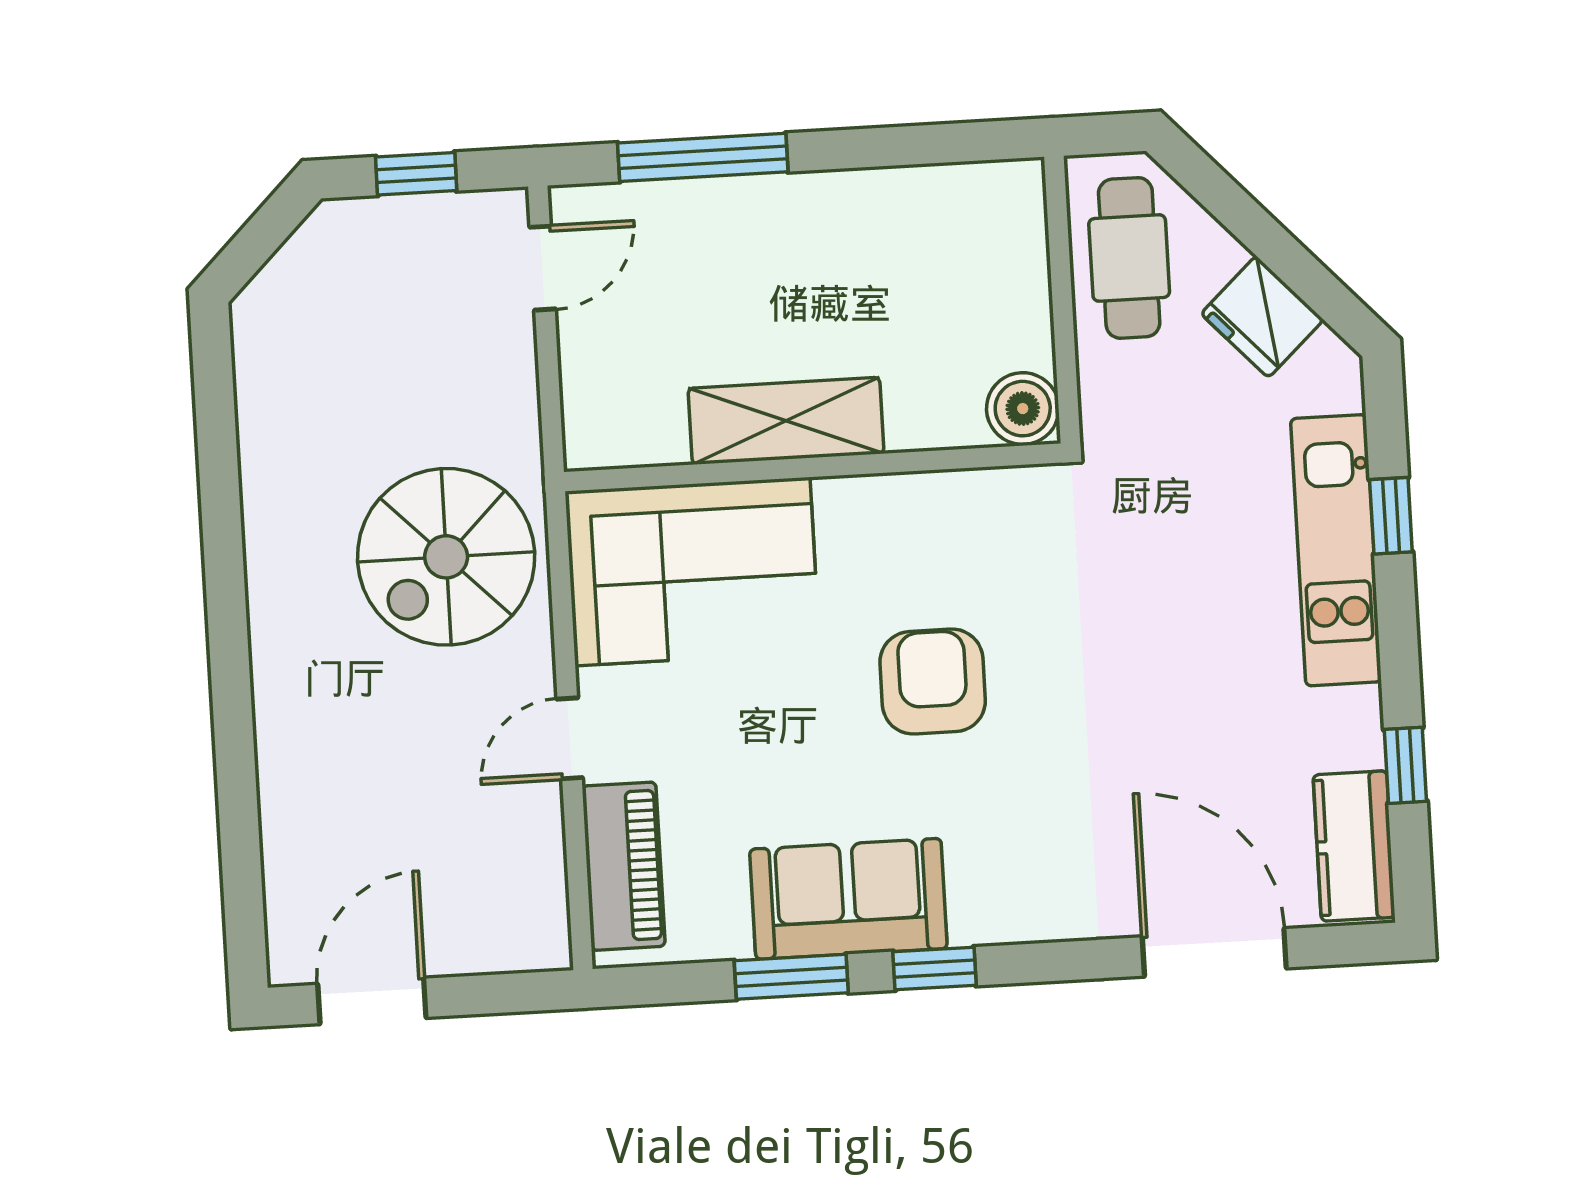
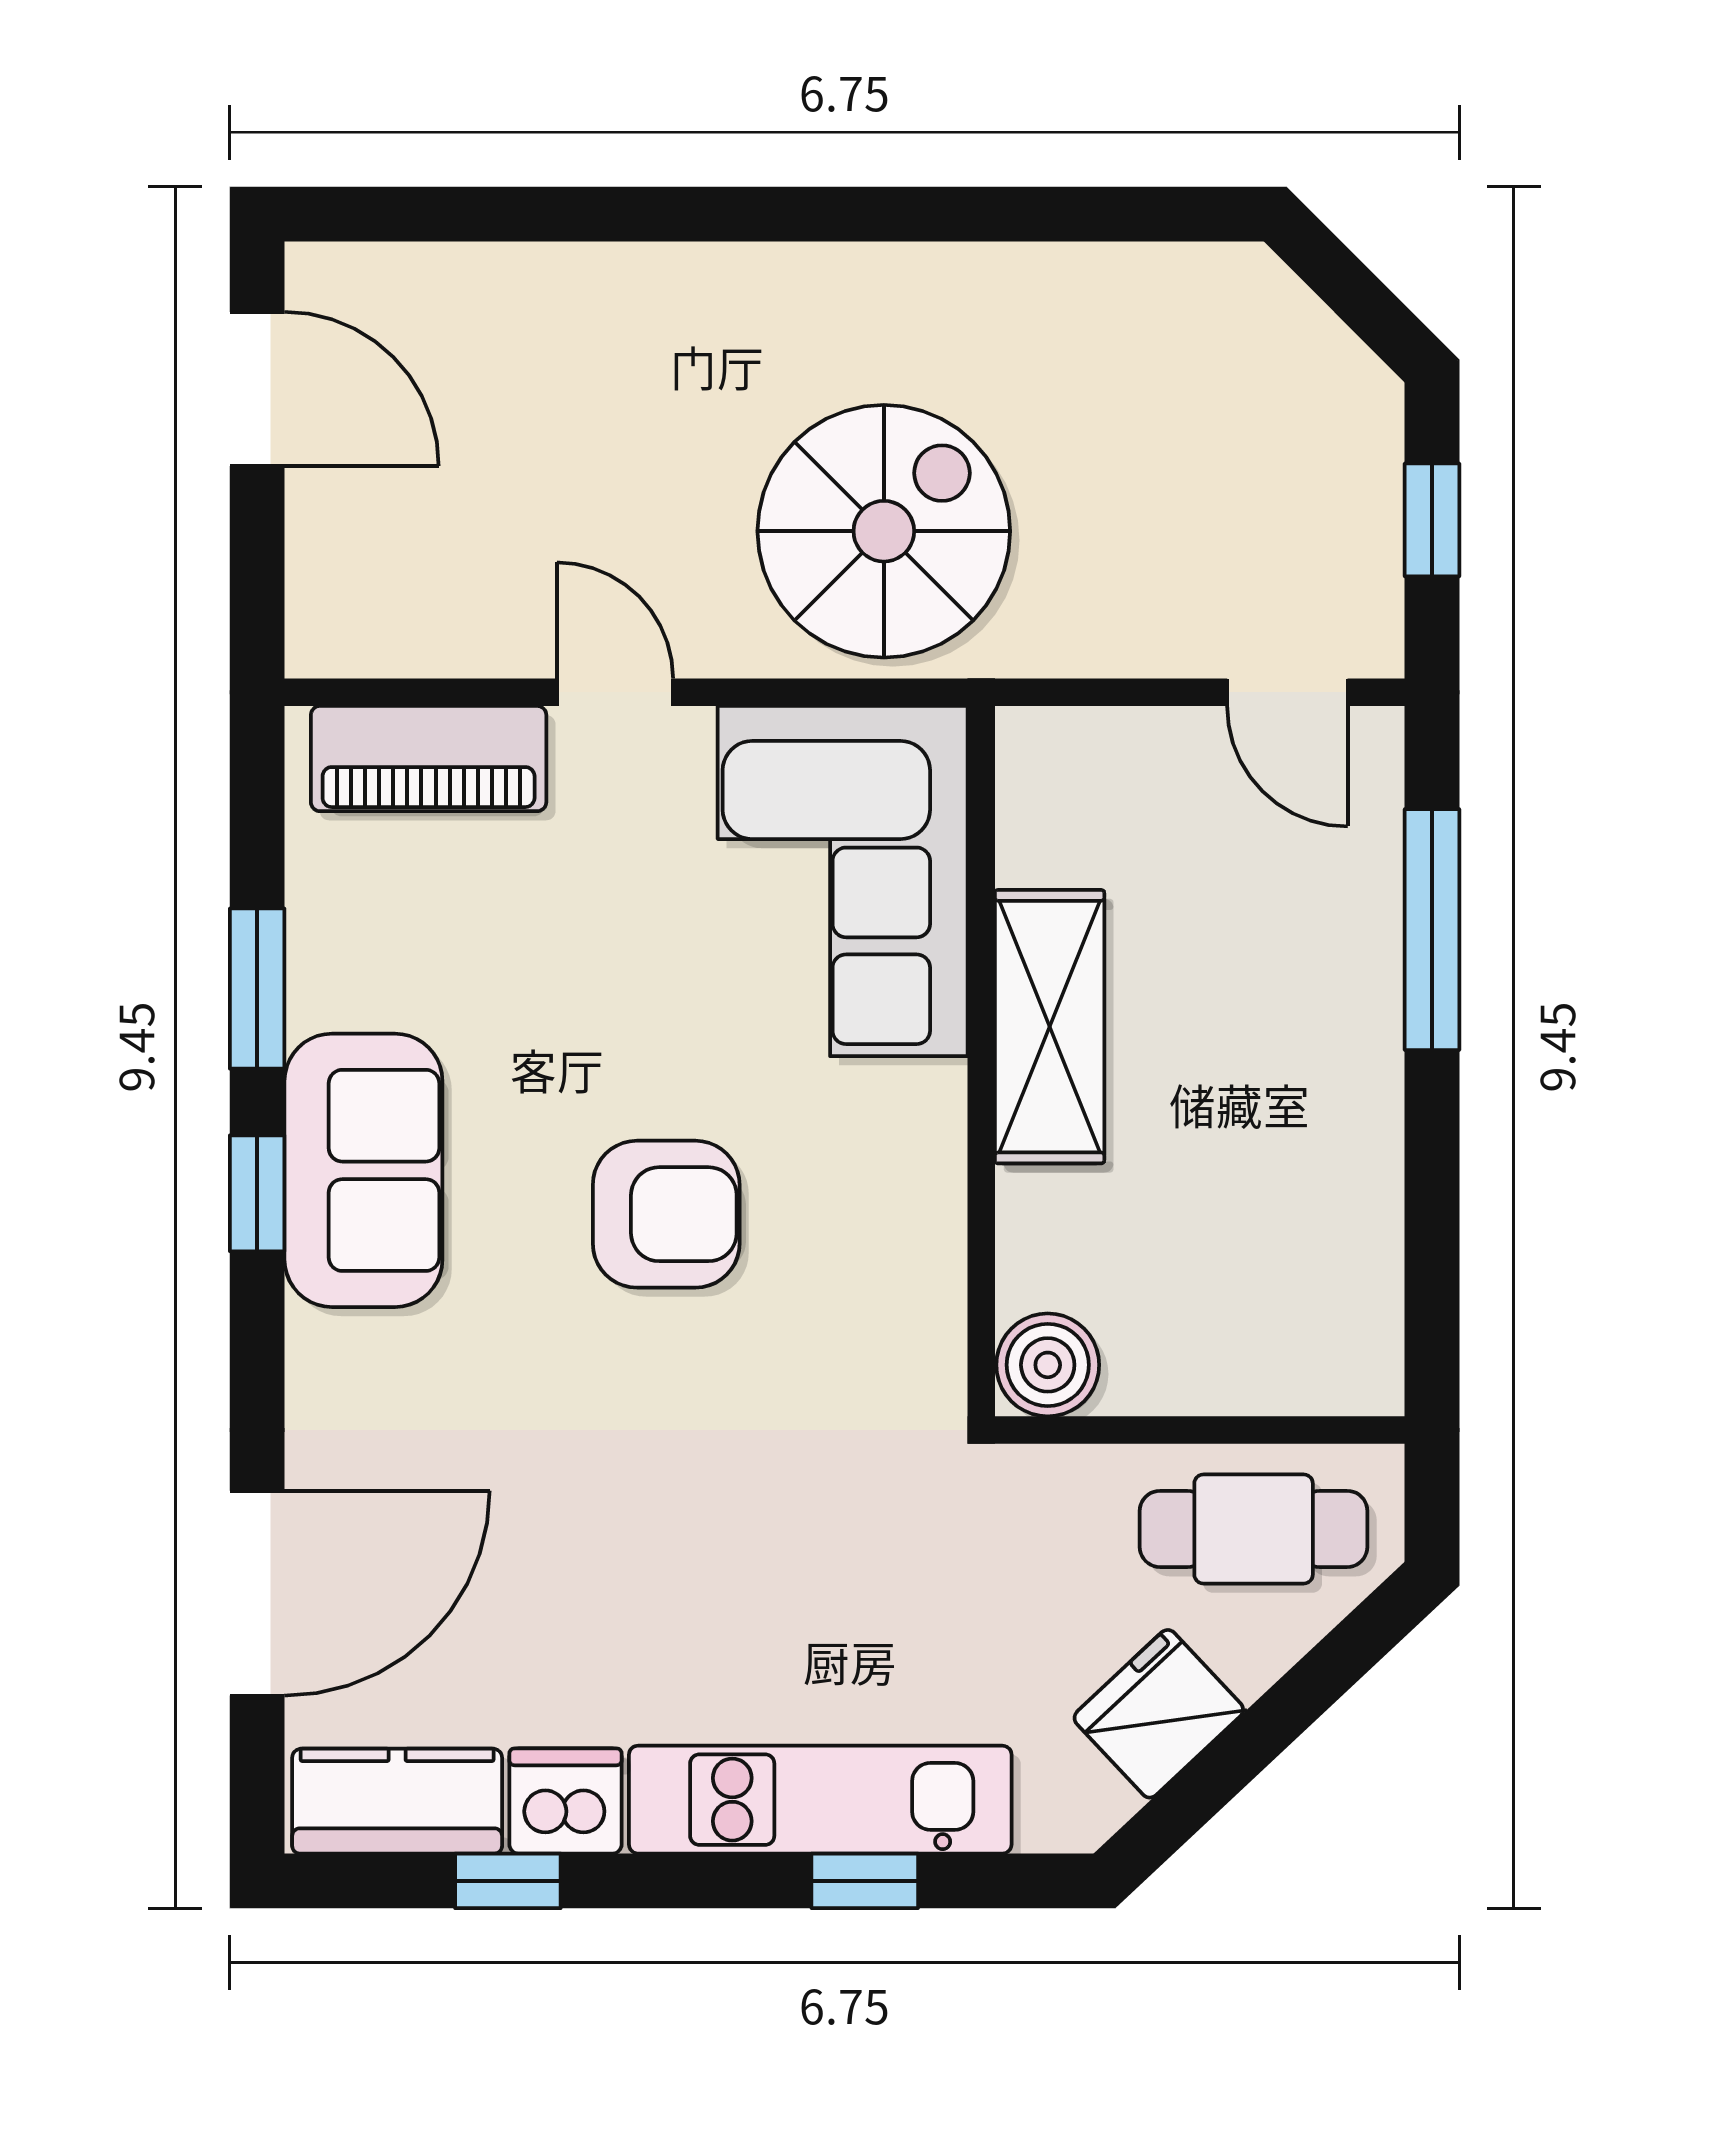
spiral stairs: (446, 557) -> (884, 531), turned 90
dishwasher: (1347, 728) -> (565, 1801), added
sofa: (848, 899) -> (363, 1170), moved

